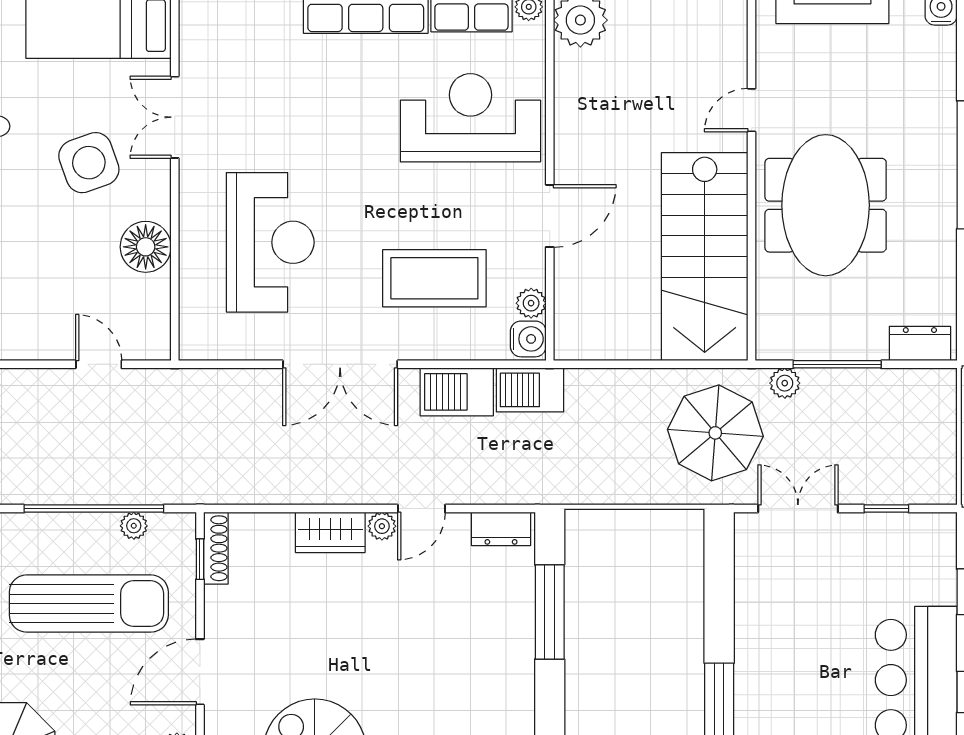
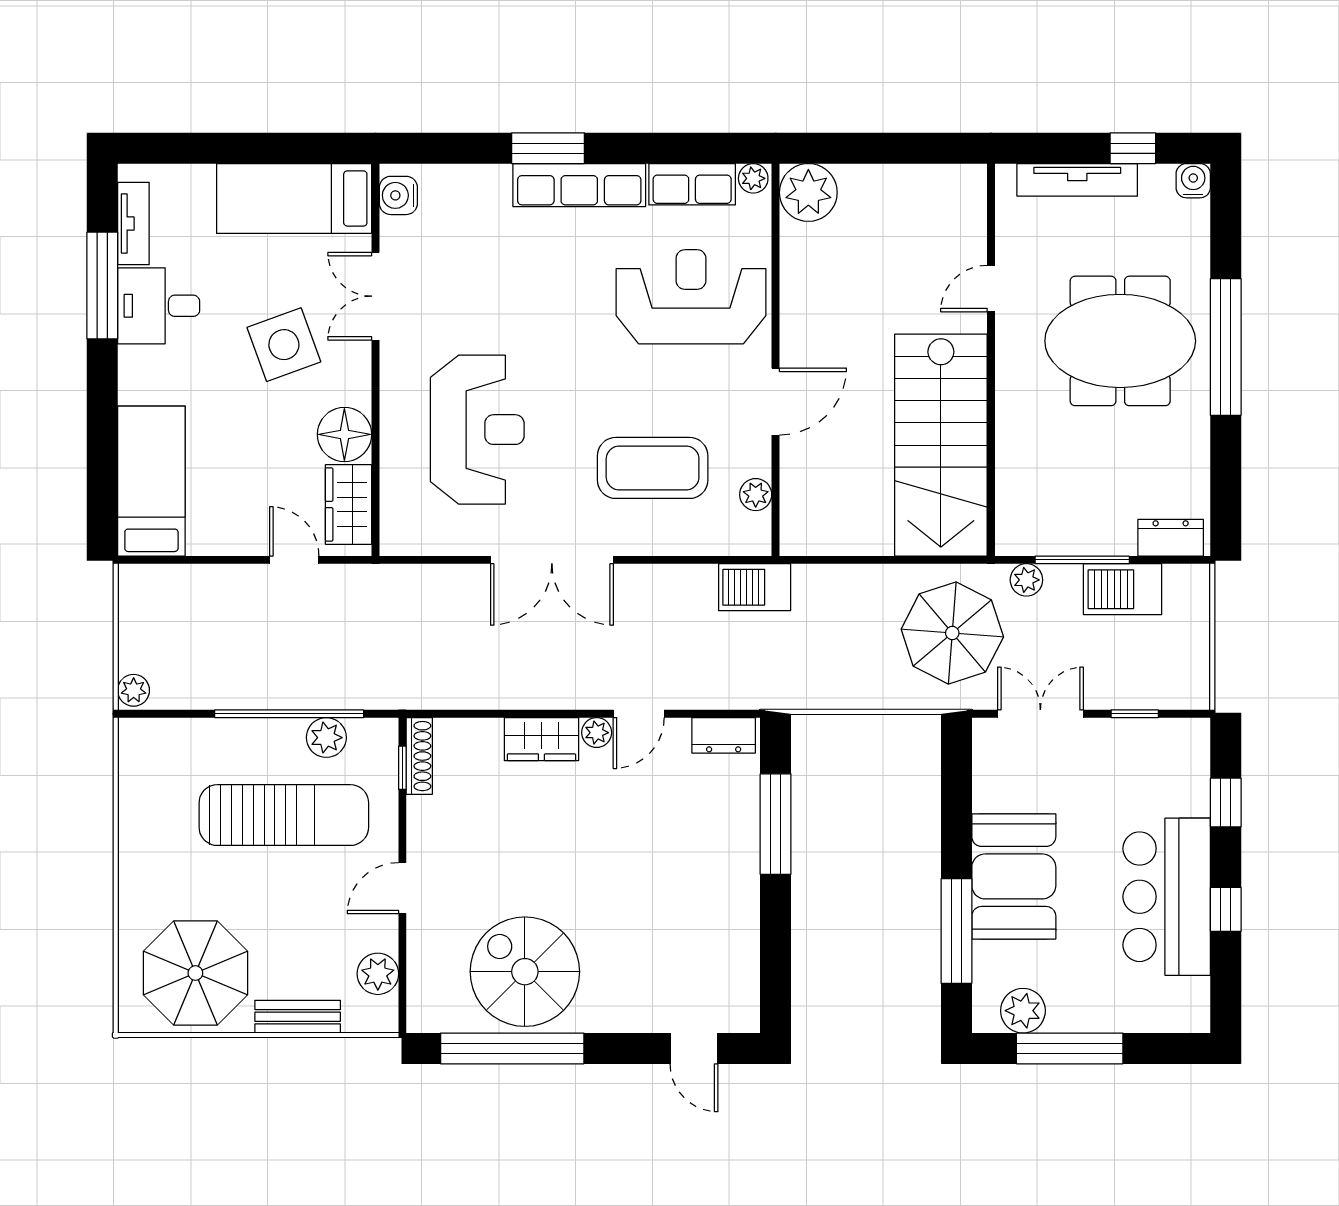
meeting table: (826, 205) -> (1120, 341), moved, turned 90
wardrobe: (149, 312) -> (349, 504), added
water cooler: (528, 339) -> (398, 195), moved, turned 180
barbecue: (457, 392) -> (1123, 589), moved
plant: (134, 526) -> (326, 738), width x1.38, depth x1.38
booth: (773, 661) -> (1014, 876), added
door: (200, 672) -> (402, 888), width x0.73

